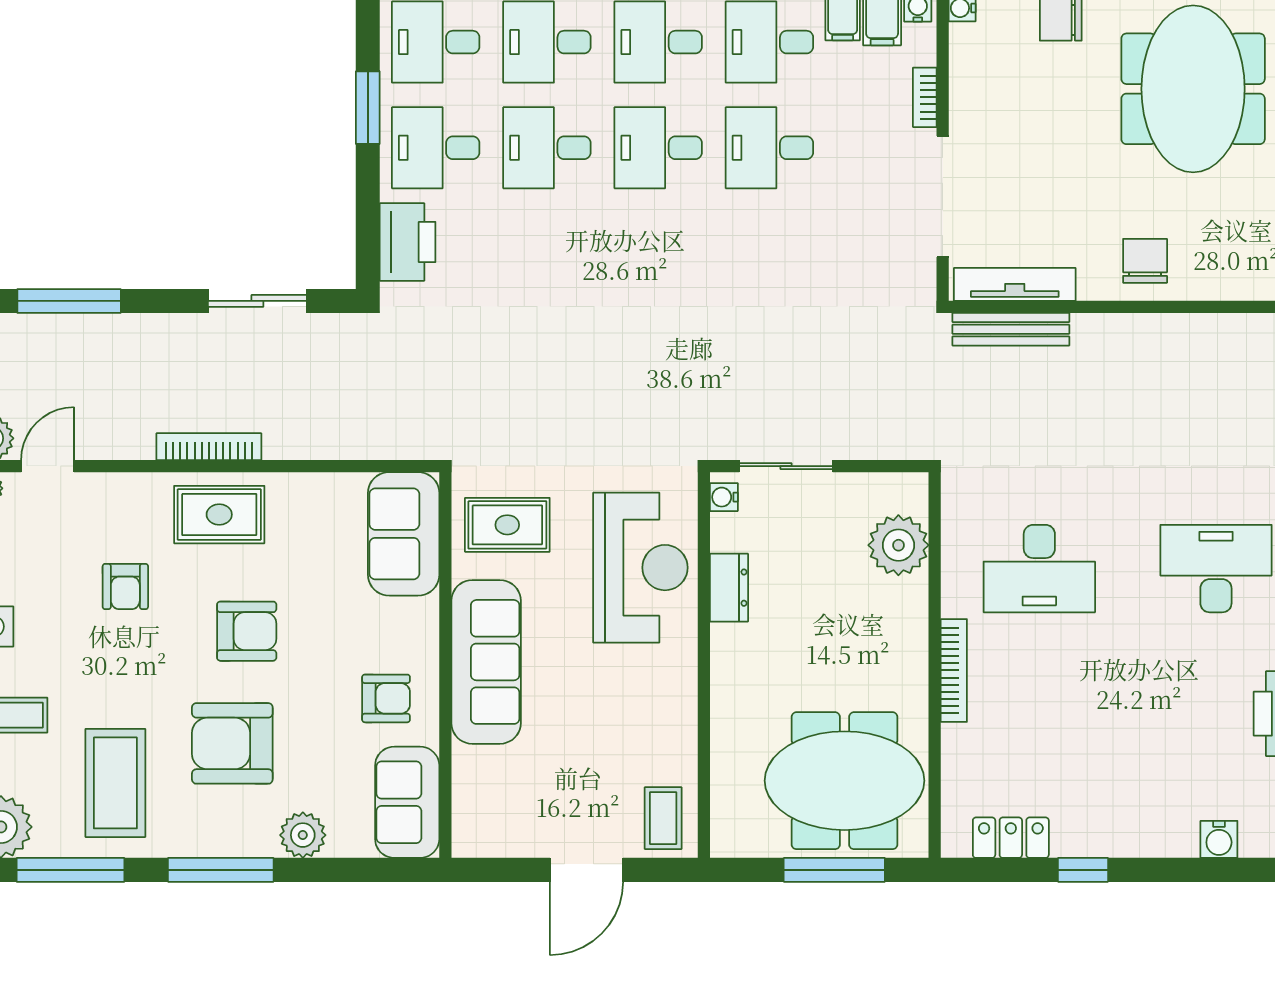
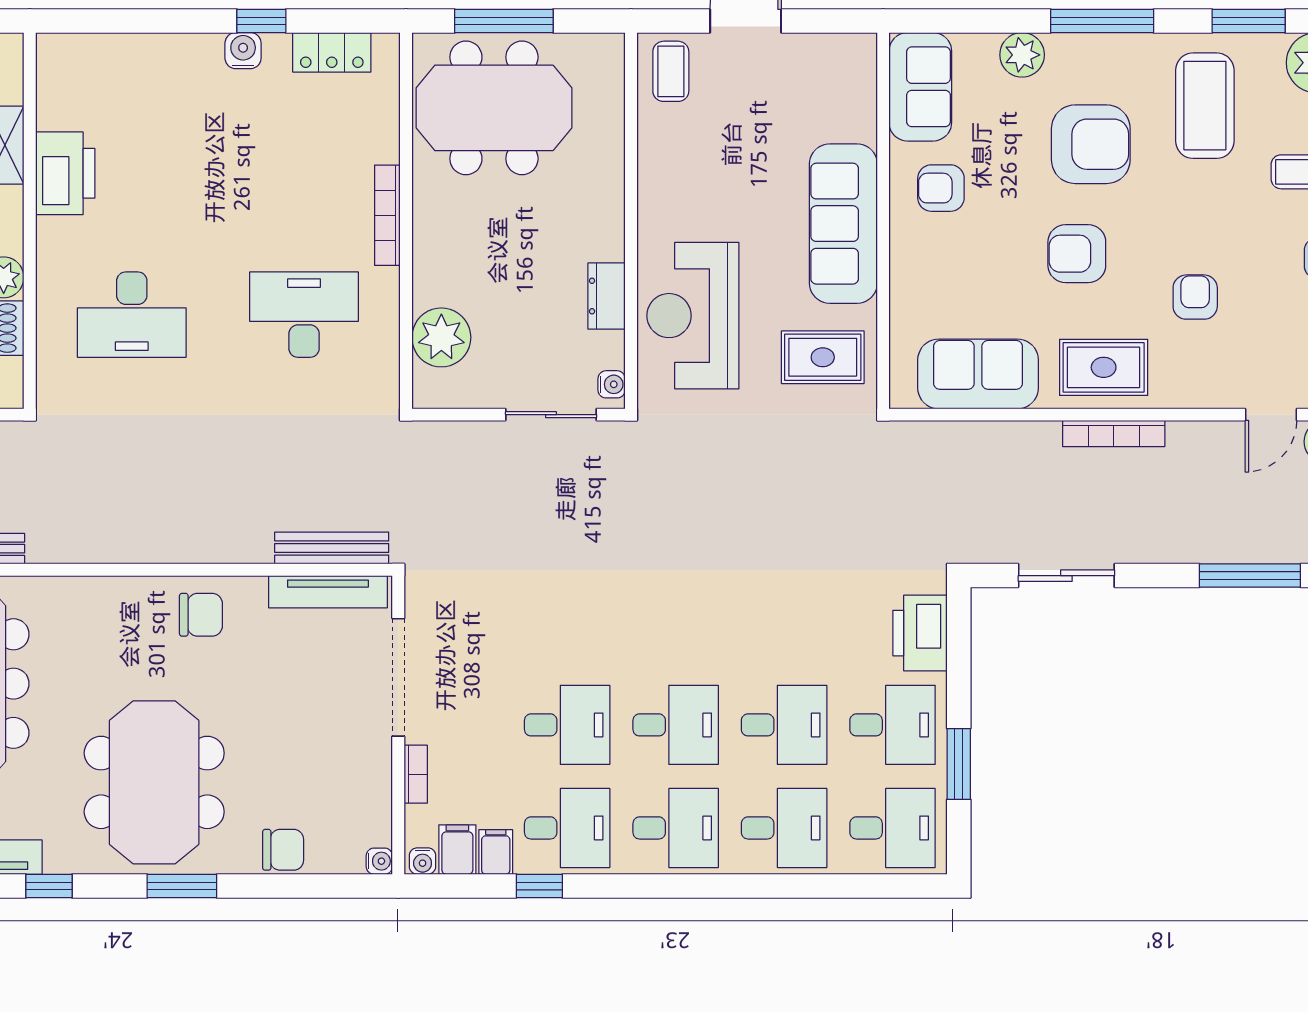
chair: (1145, 261) -> (201, 615), turned -90
sofa: (404, 534) -> (978, 374), moved, turned -90
water cooler: (1219, 839) -> (243, 51), moved
window: (70, 870) -> (1249, 21), width x0.69

